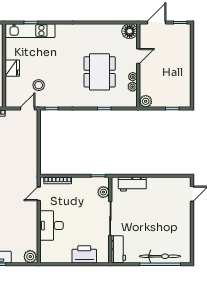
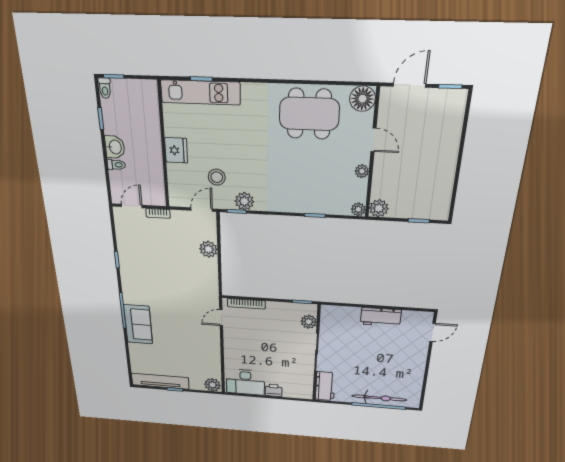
door: (138, 56) -> (373, 140), hinge flipped
dining table: (100, 72) -> (309, 114), moved, turned 90
plant: (133, 87) -> (358, 209), moved
plant: (57, 101) -> (244, 201), added
plant: (31, 138) -> (208, 249), added
workbench: (132, 184) -> (381, 317), moved
desk: (52, 226) -> (245, 382), moved, turned -90
printer: (84, 254) -> (274, 390), width x0.53, depth x0.68

